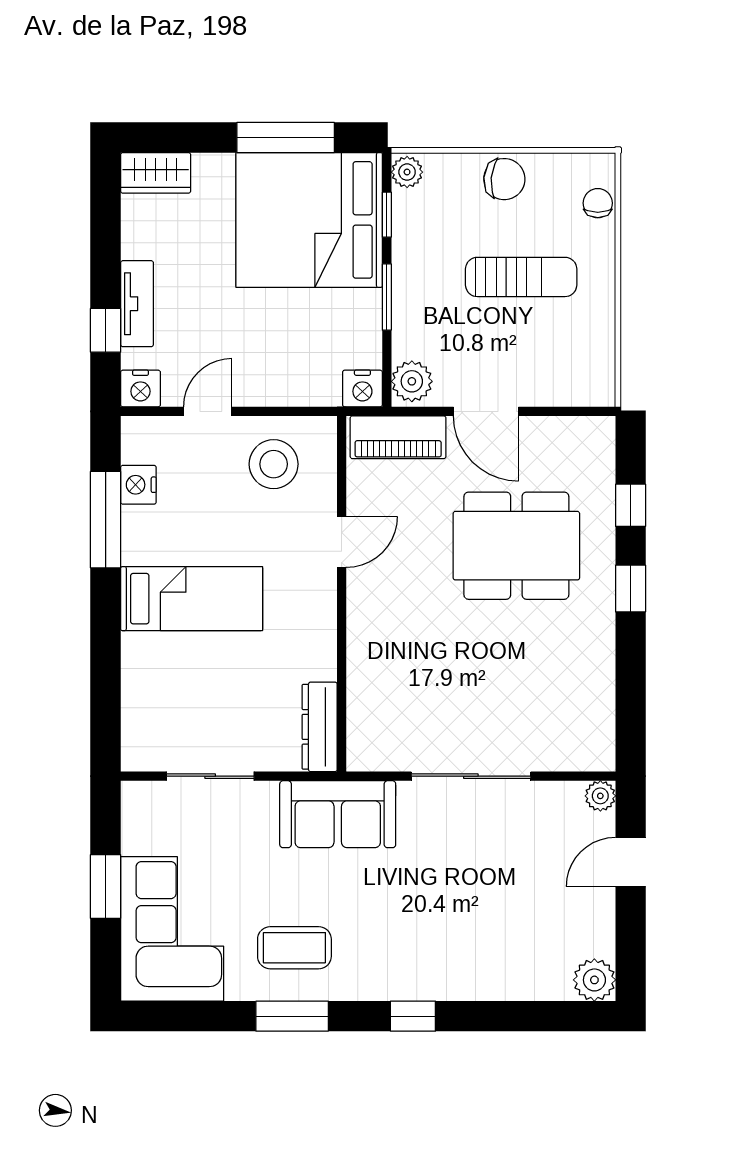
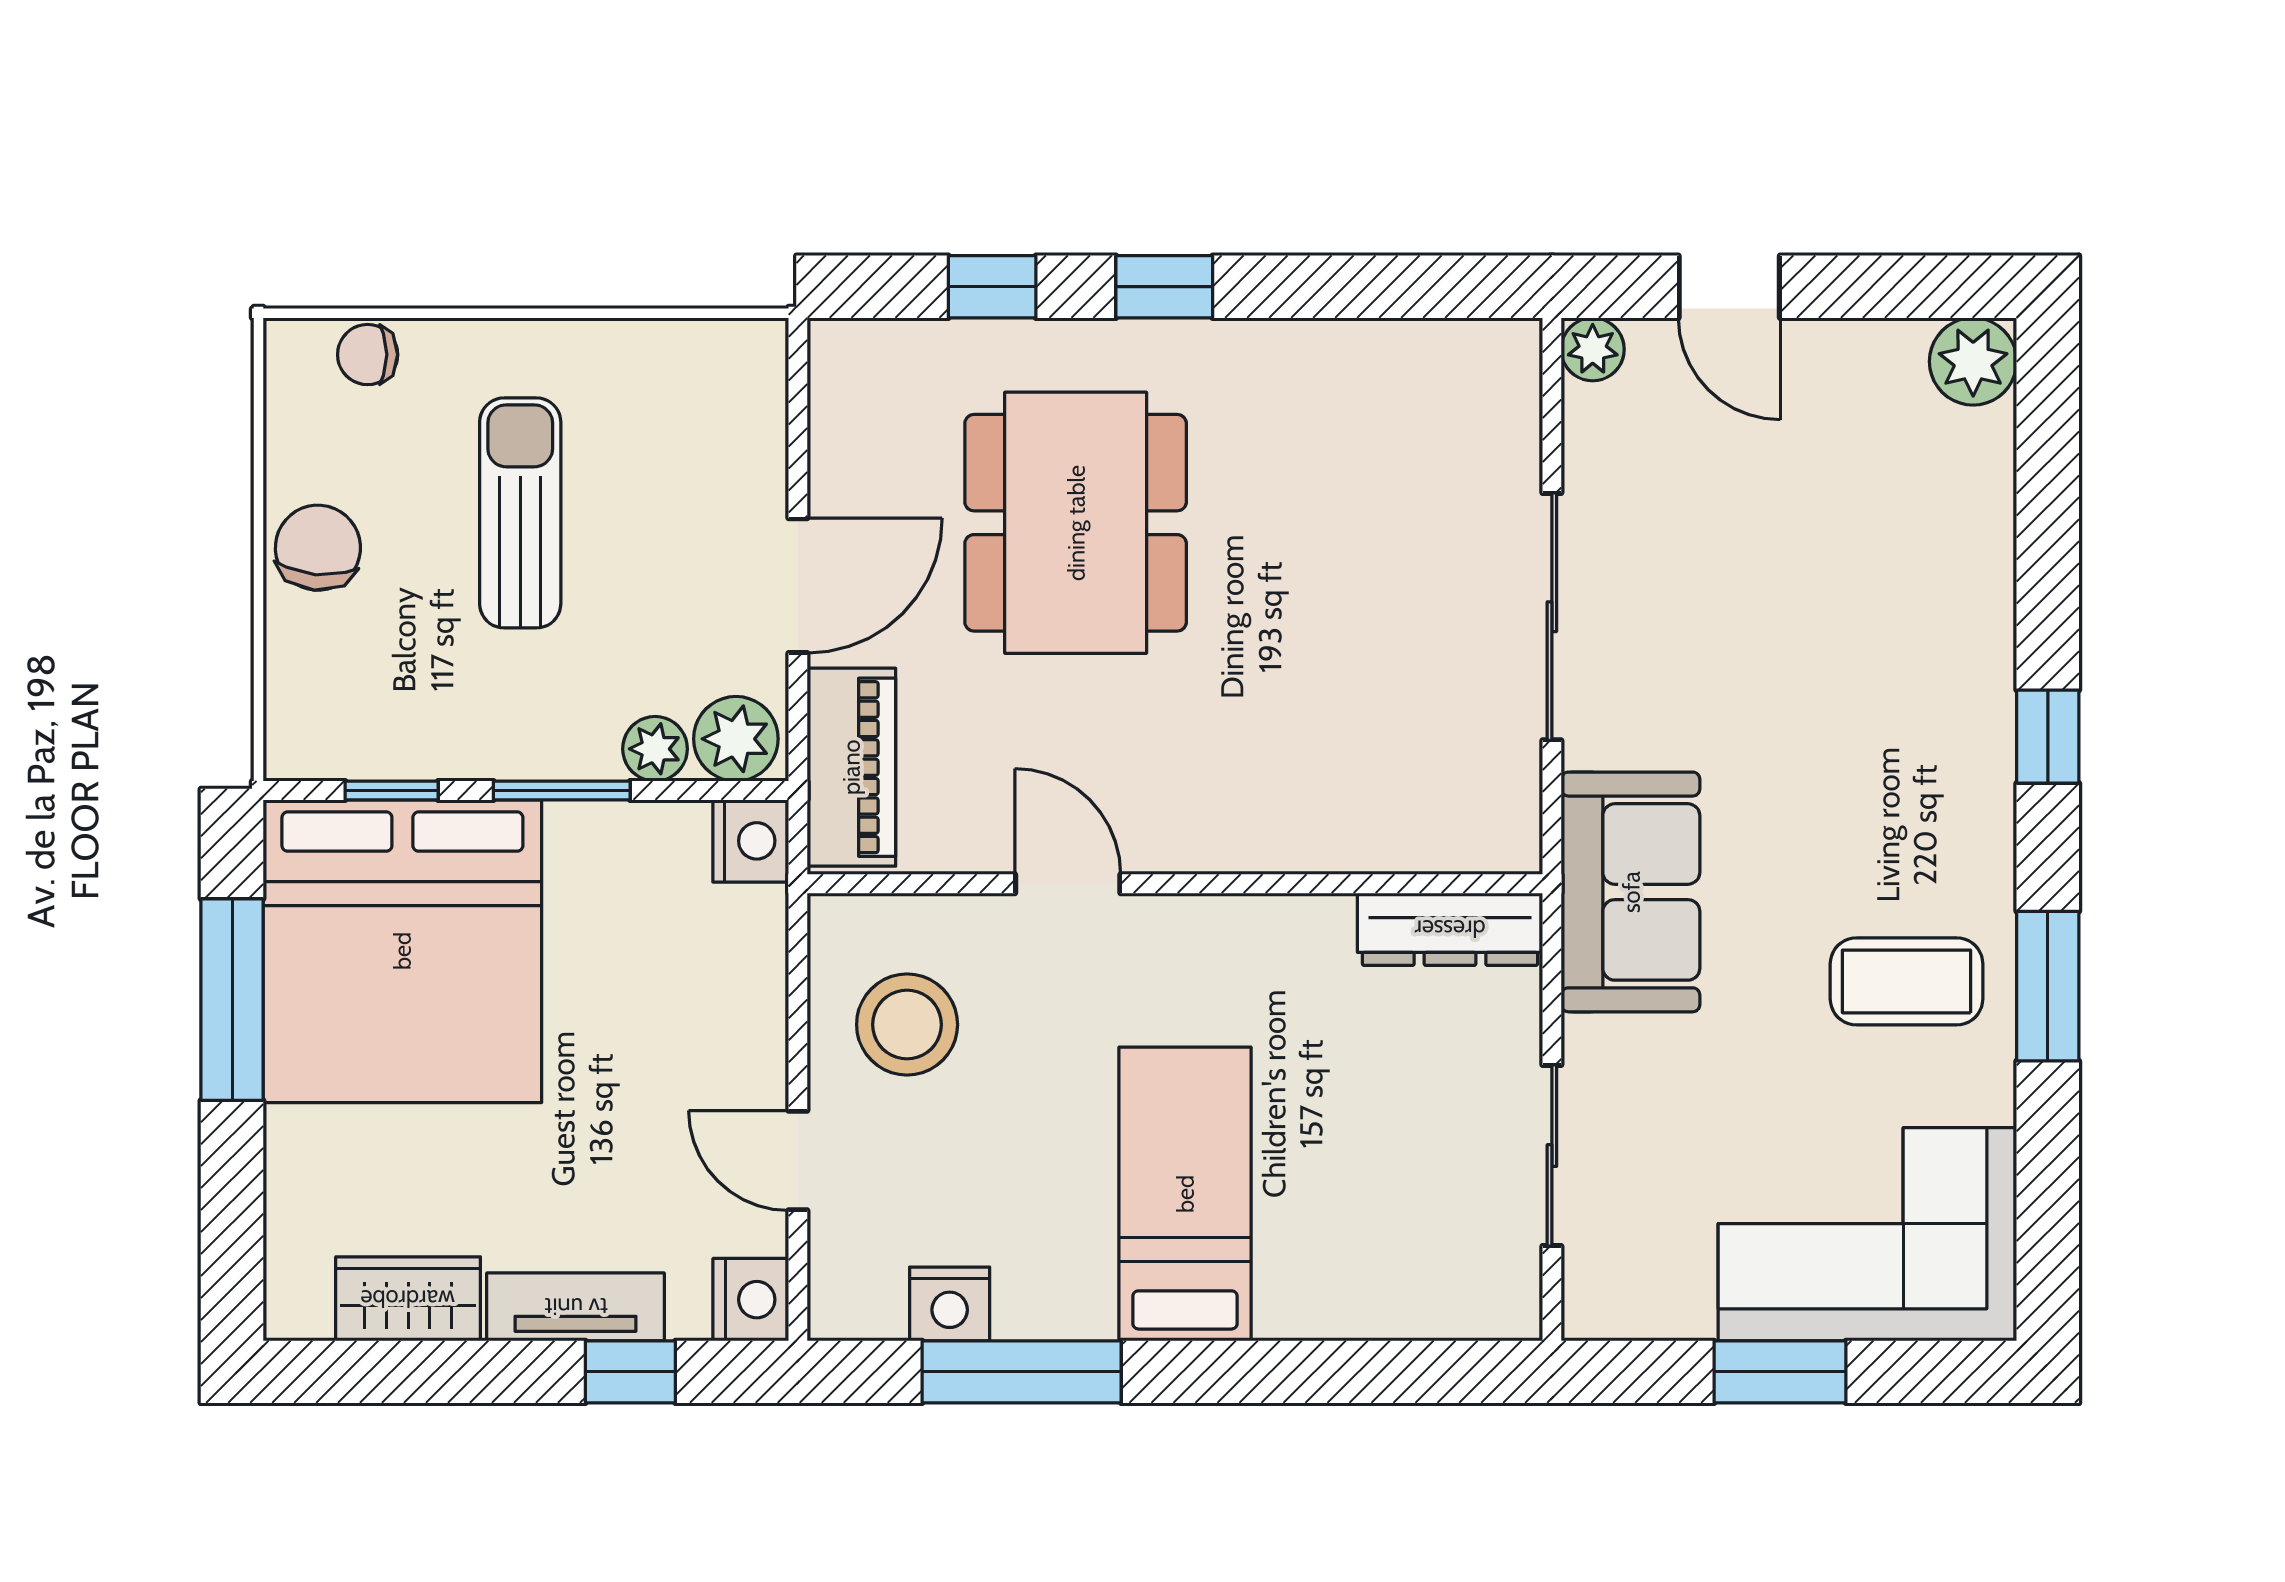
plant: (407, 172) -> (655, 749), moved
wardrobe: (156, 173) -> (408, 1299), moved, turned -90
coffee table: (294, 948) -> (1907, 981), turned 90

